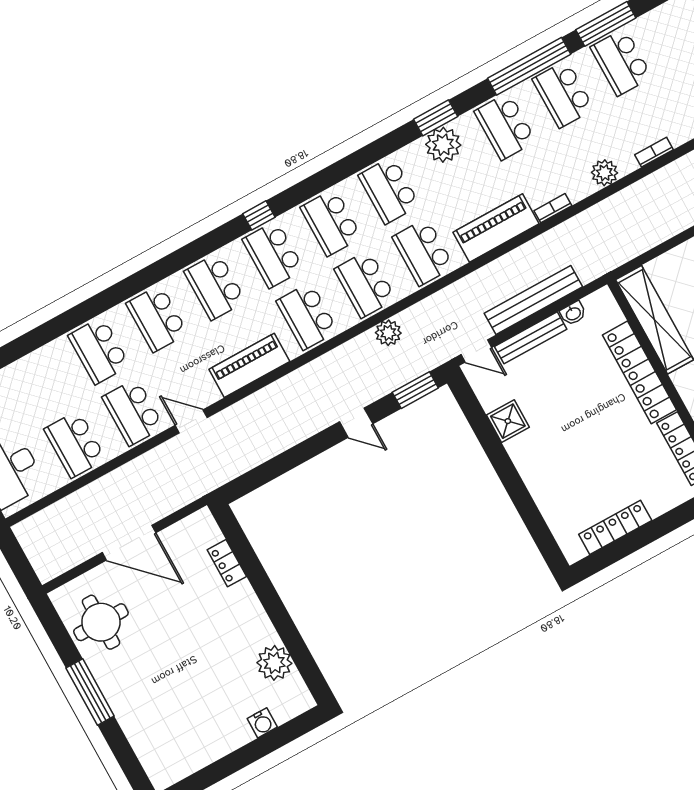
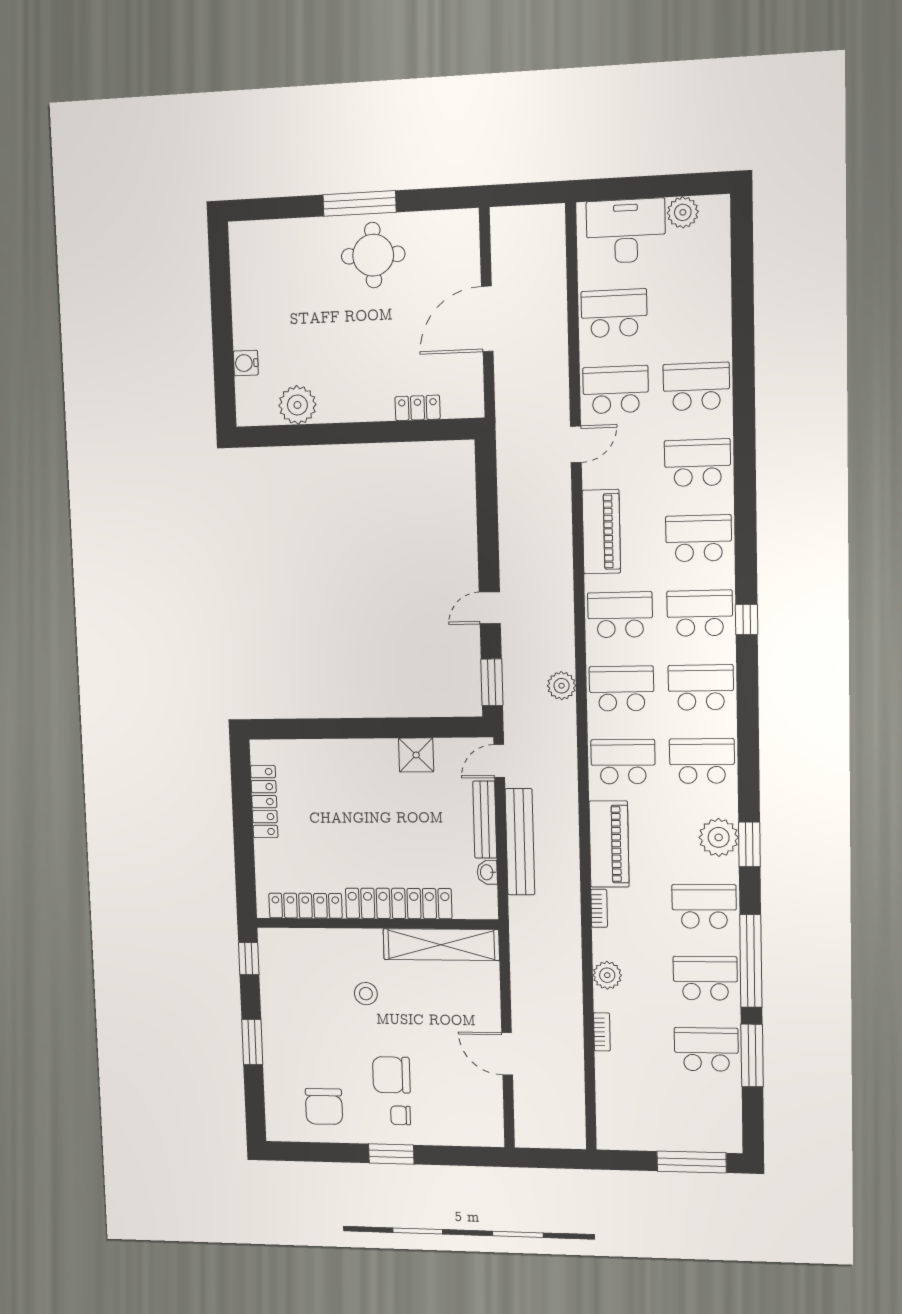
round table: (101, 622) -> (373, 255), moved

